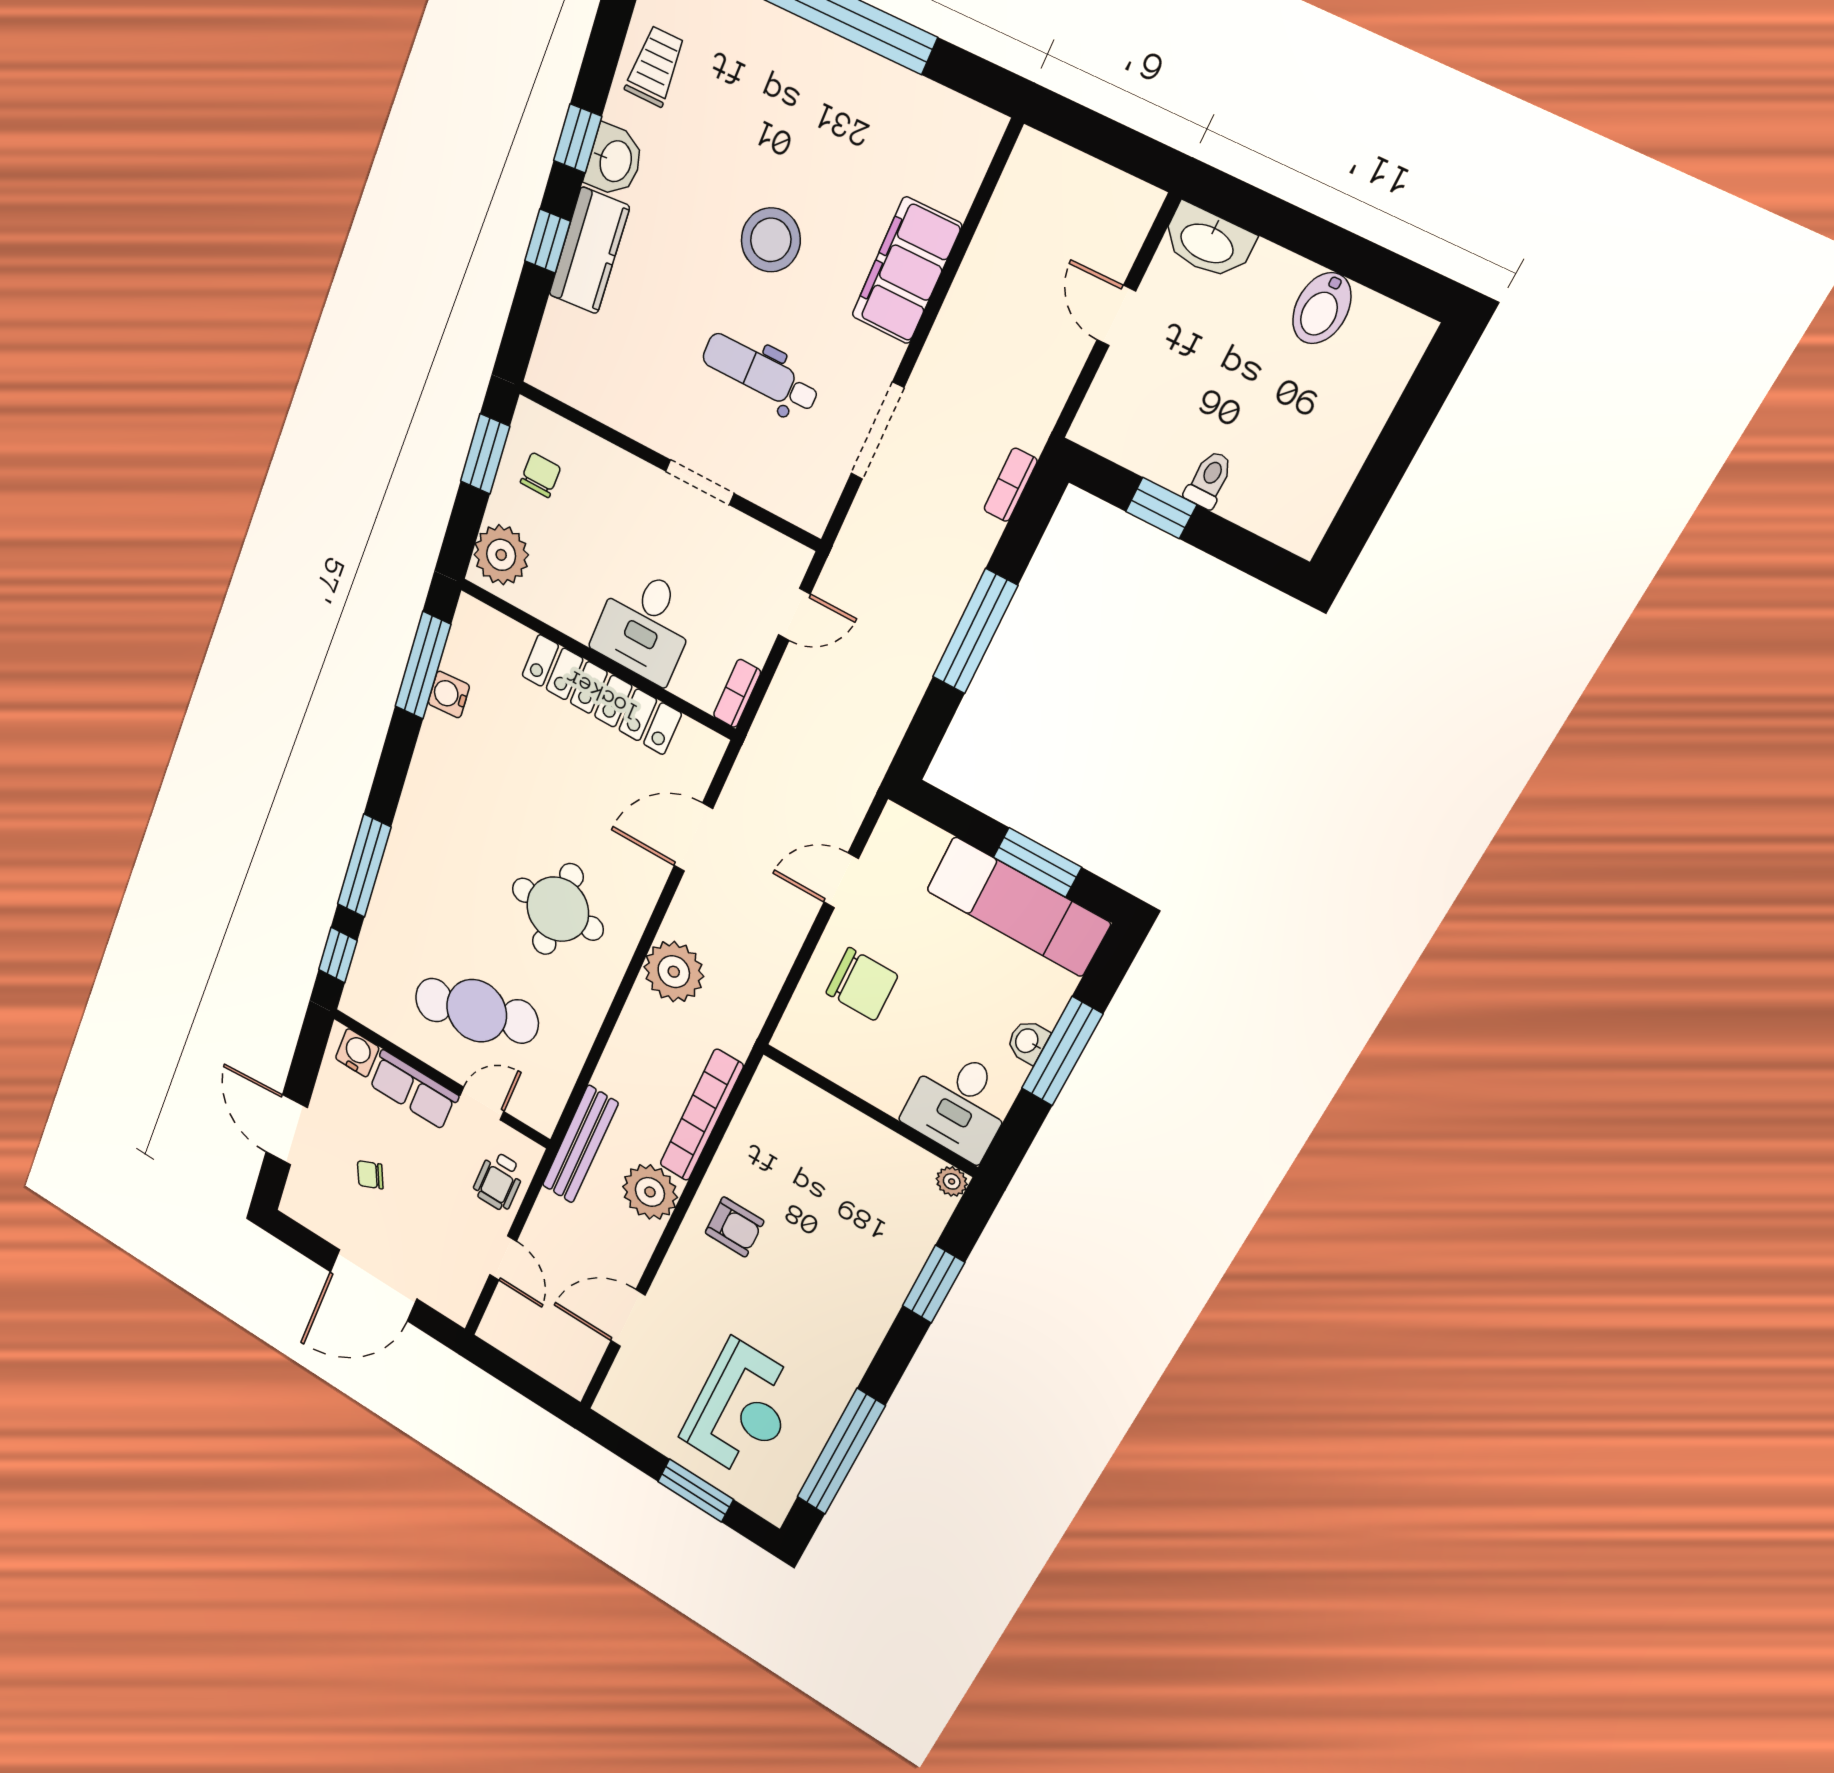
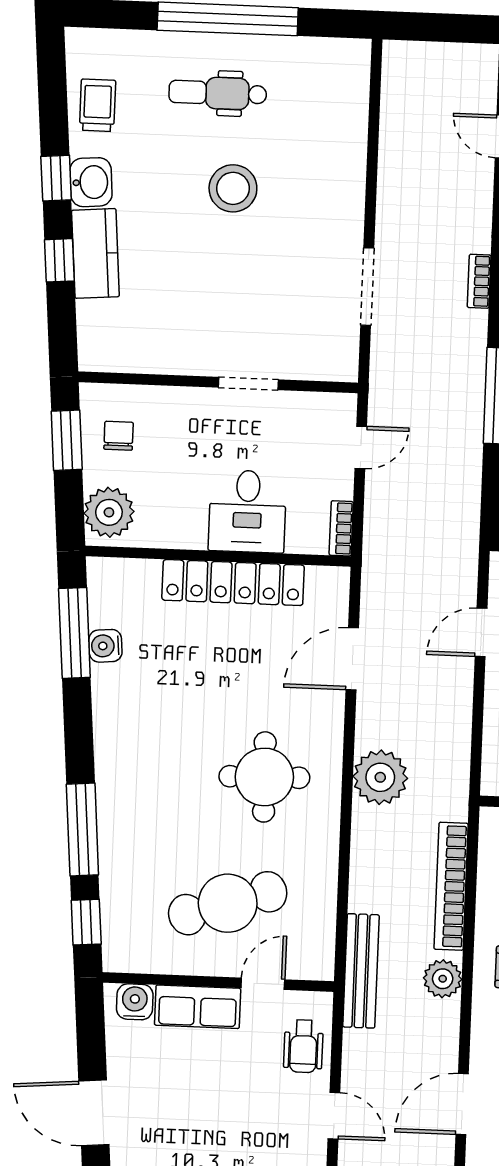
filing cabinet: (906, 271) -> (341, 168), removed
dental chair: (760, 373) -> (218, 93), moved
chair: (370, 1175) -> (187, 1109), removed
plant: (650, 1192) -> (443, 979), width x0.73, depth x0.73

